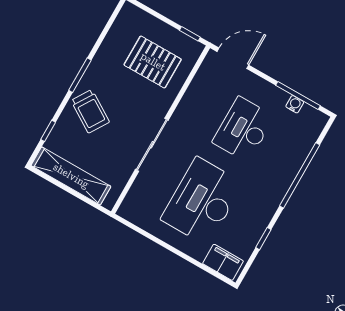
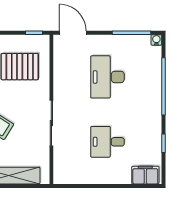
door: (233, 58) -> (73, 33), hinge flipped
water cooler: (295, 104) -> (156, 40), moved
desk: (202, 201) -> (107, 142), width x0.53, depth x0.77

